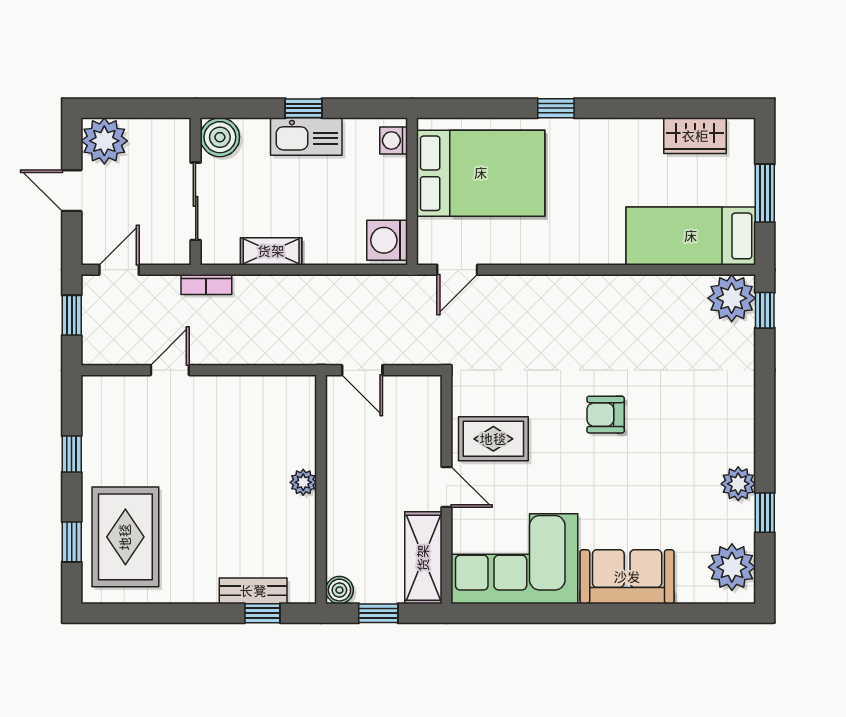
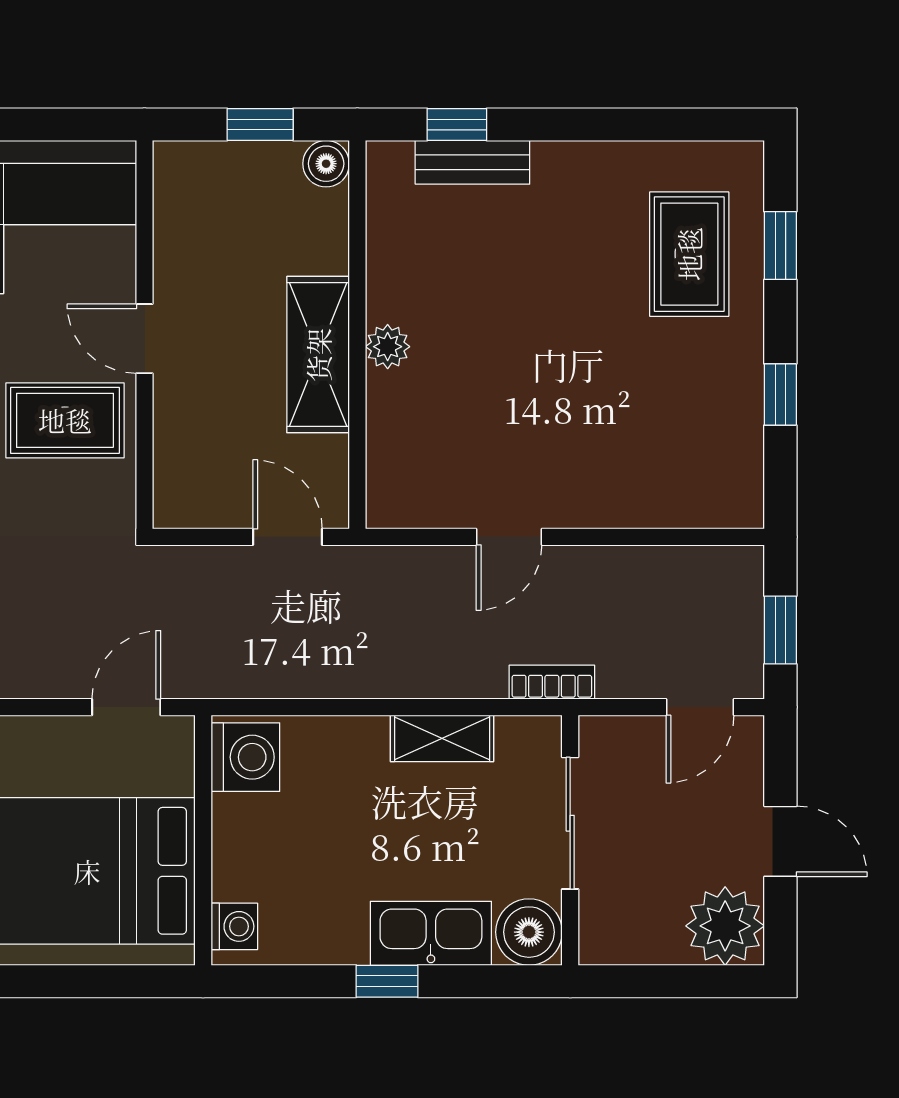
kitchen sink: (306, 136) -> (431, 933), moved
door: (170, 370) -> (509, 537), moved
rug: (125, 537) -> (689, 254), width x0.73, depth x0.70
shelving: (423, 558) -> (318, 355), moved

